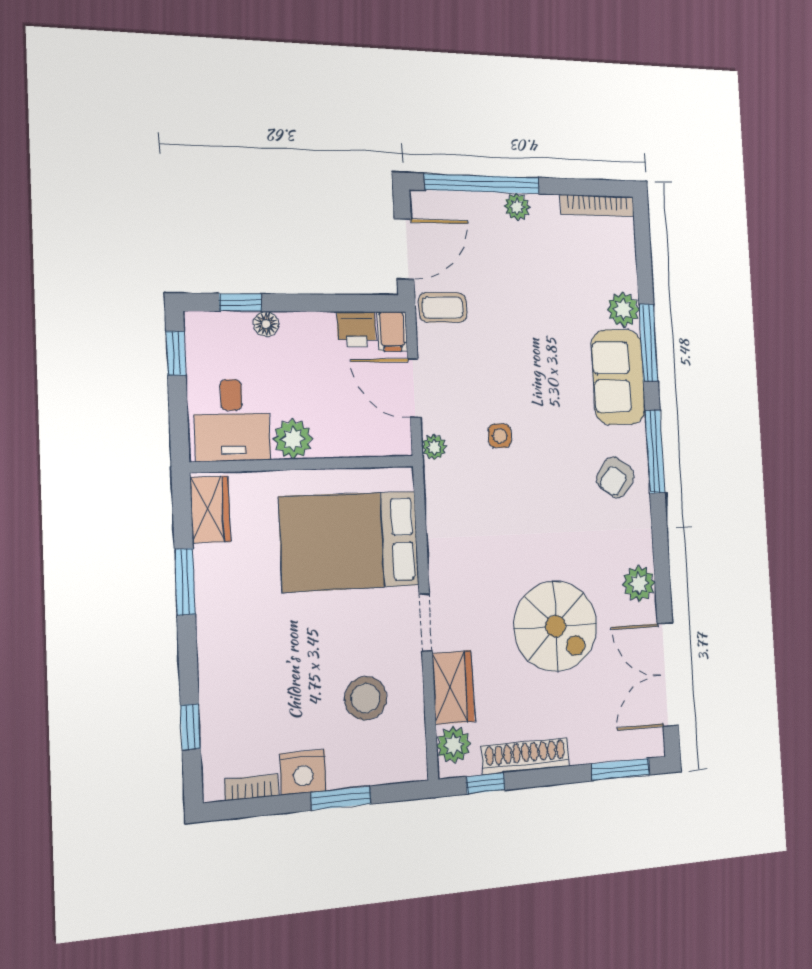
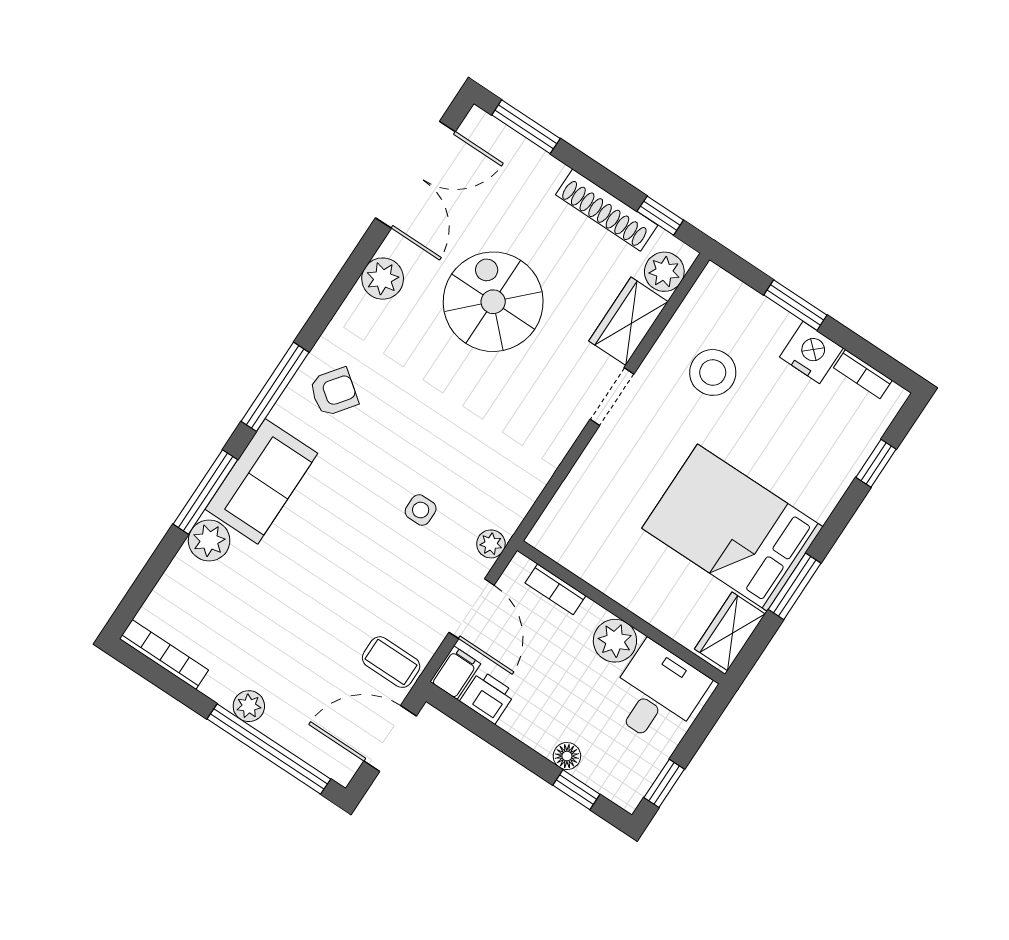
bookcase: (364, 447) -> (555, 589), added
bed: (349, 541) -> (732, 528), moved, turned 180

